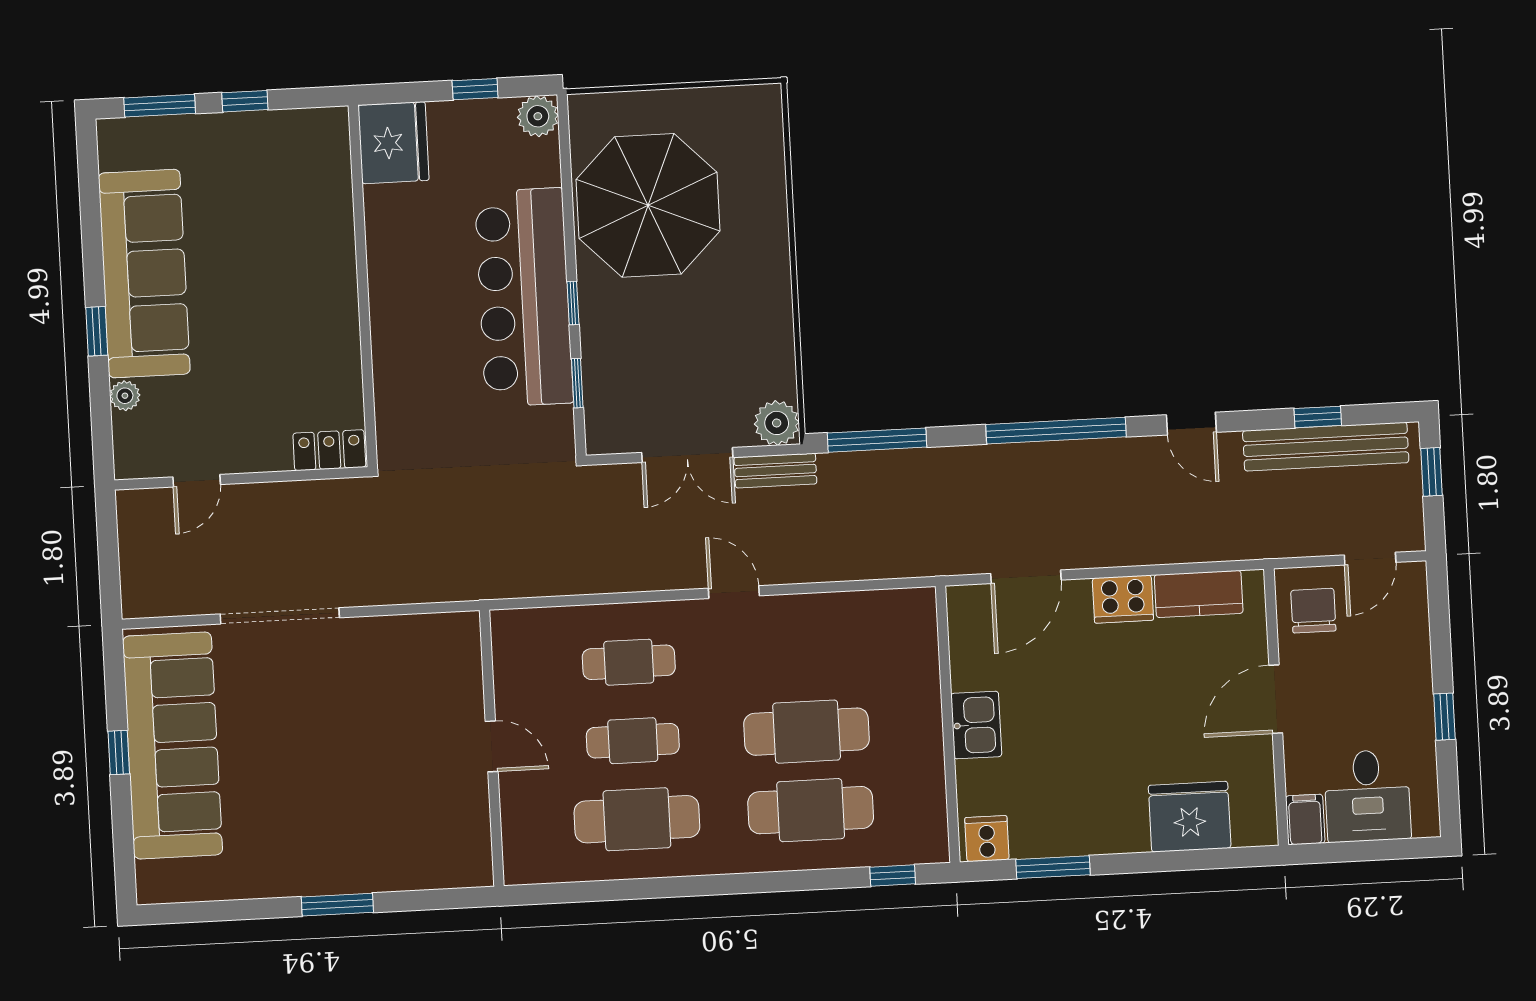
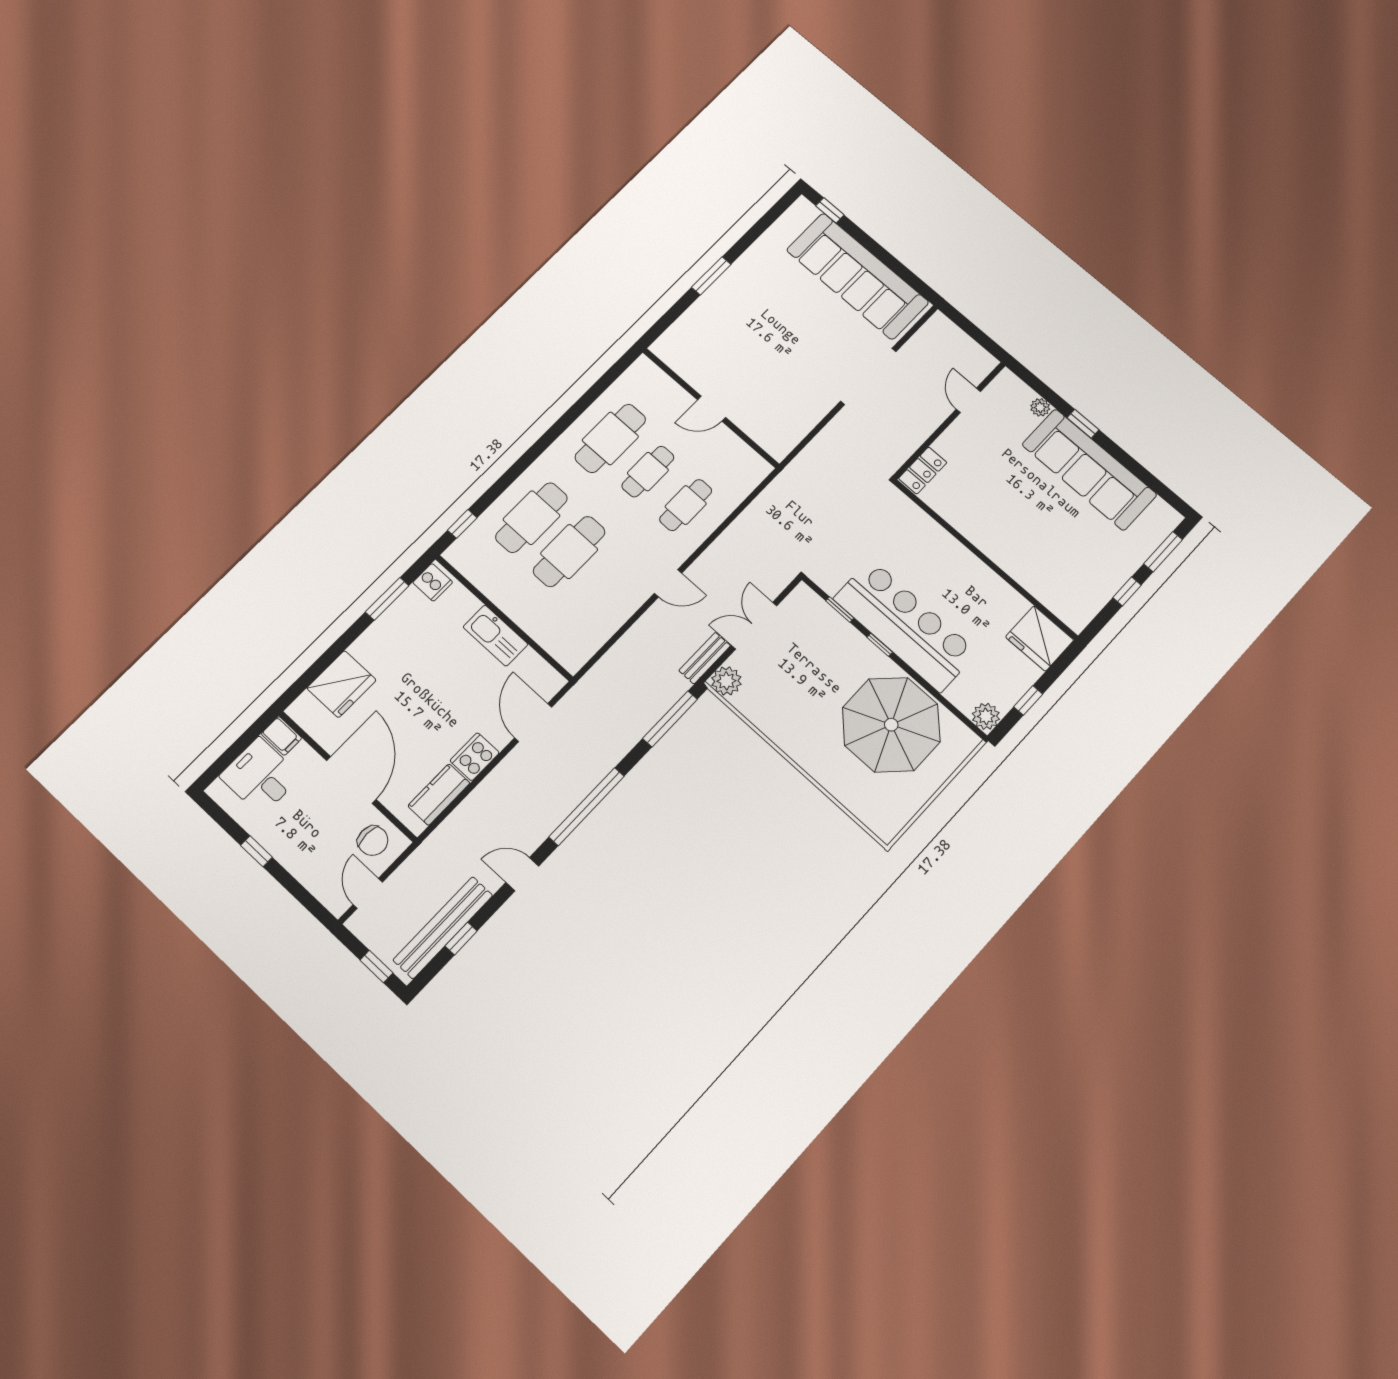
door: (1276, 699) -> (351, 780), width x1.36
kitchen sink: (976, 725) -> (495, 636), width x1.38
window: (119, 753) -> (830, 210), moved

